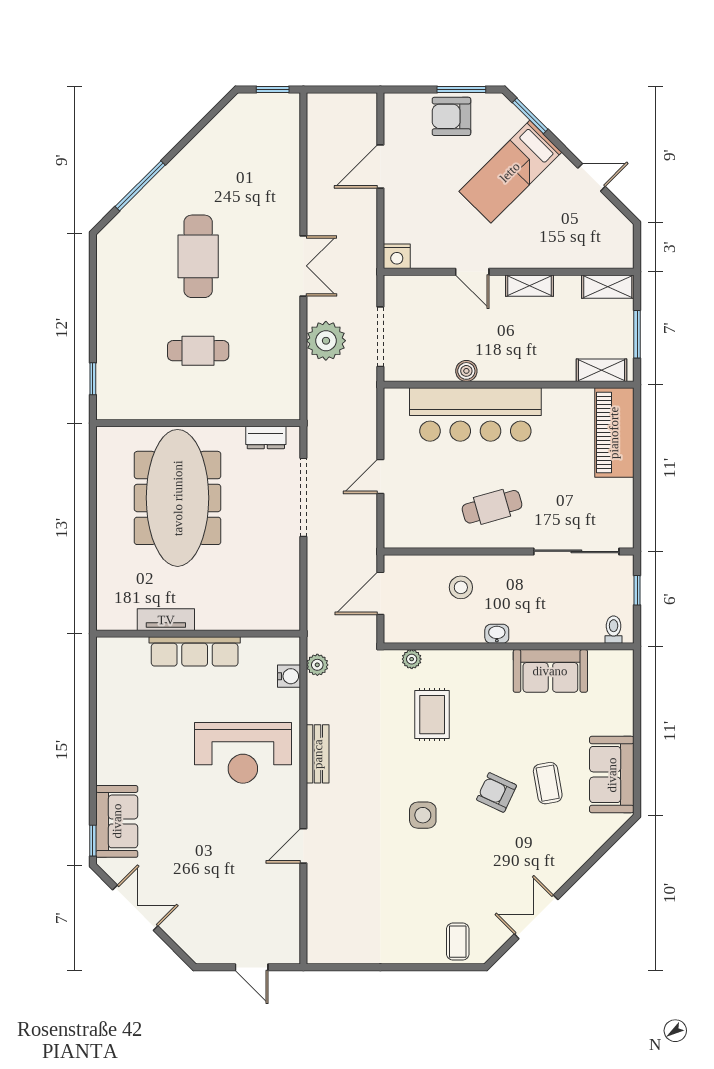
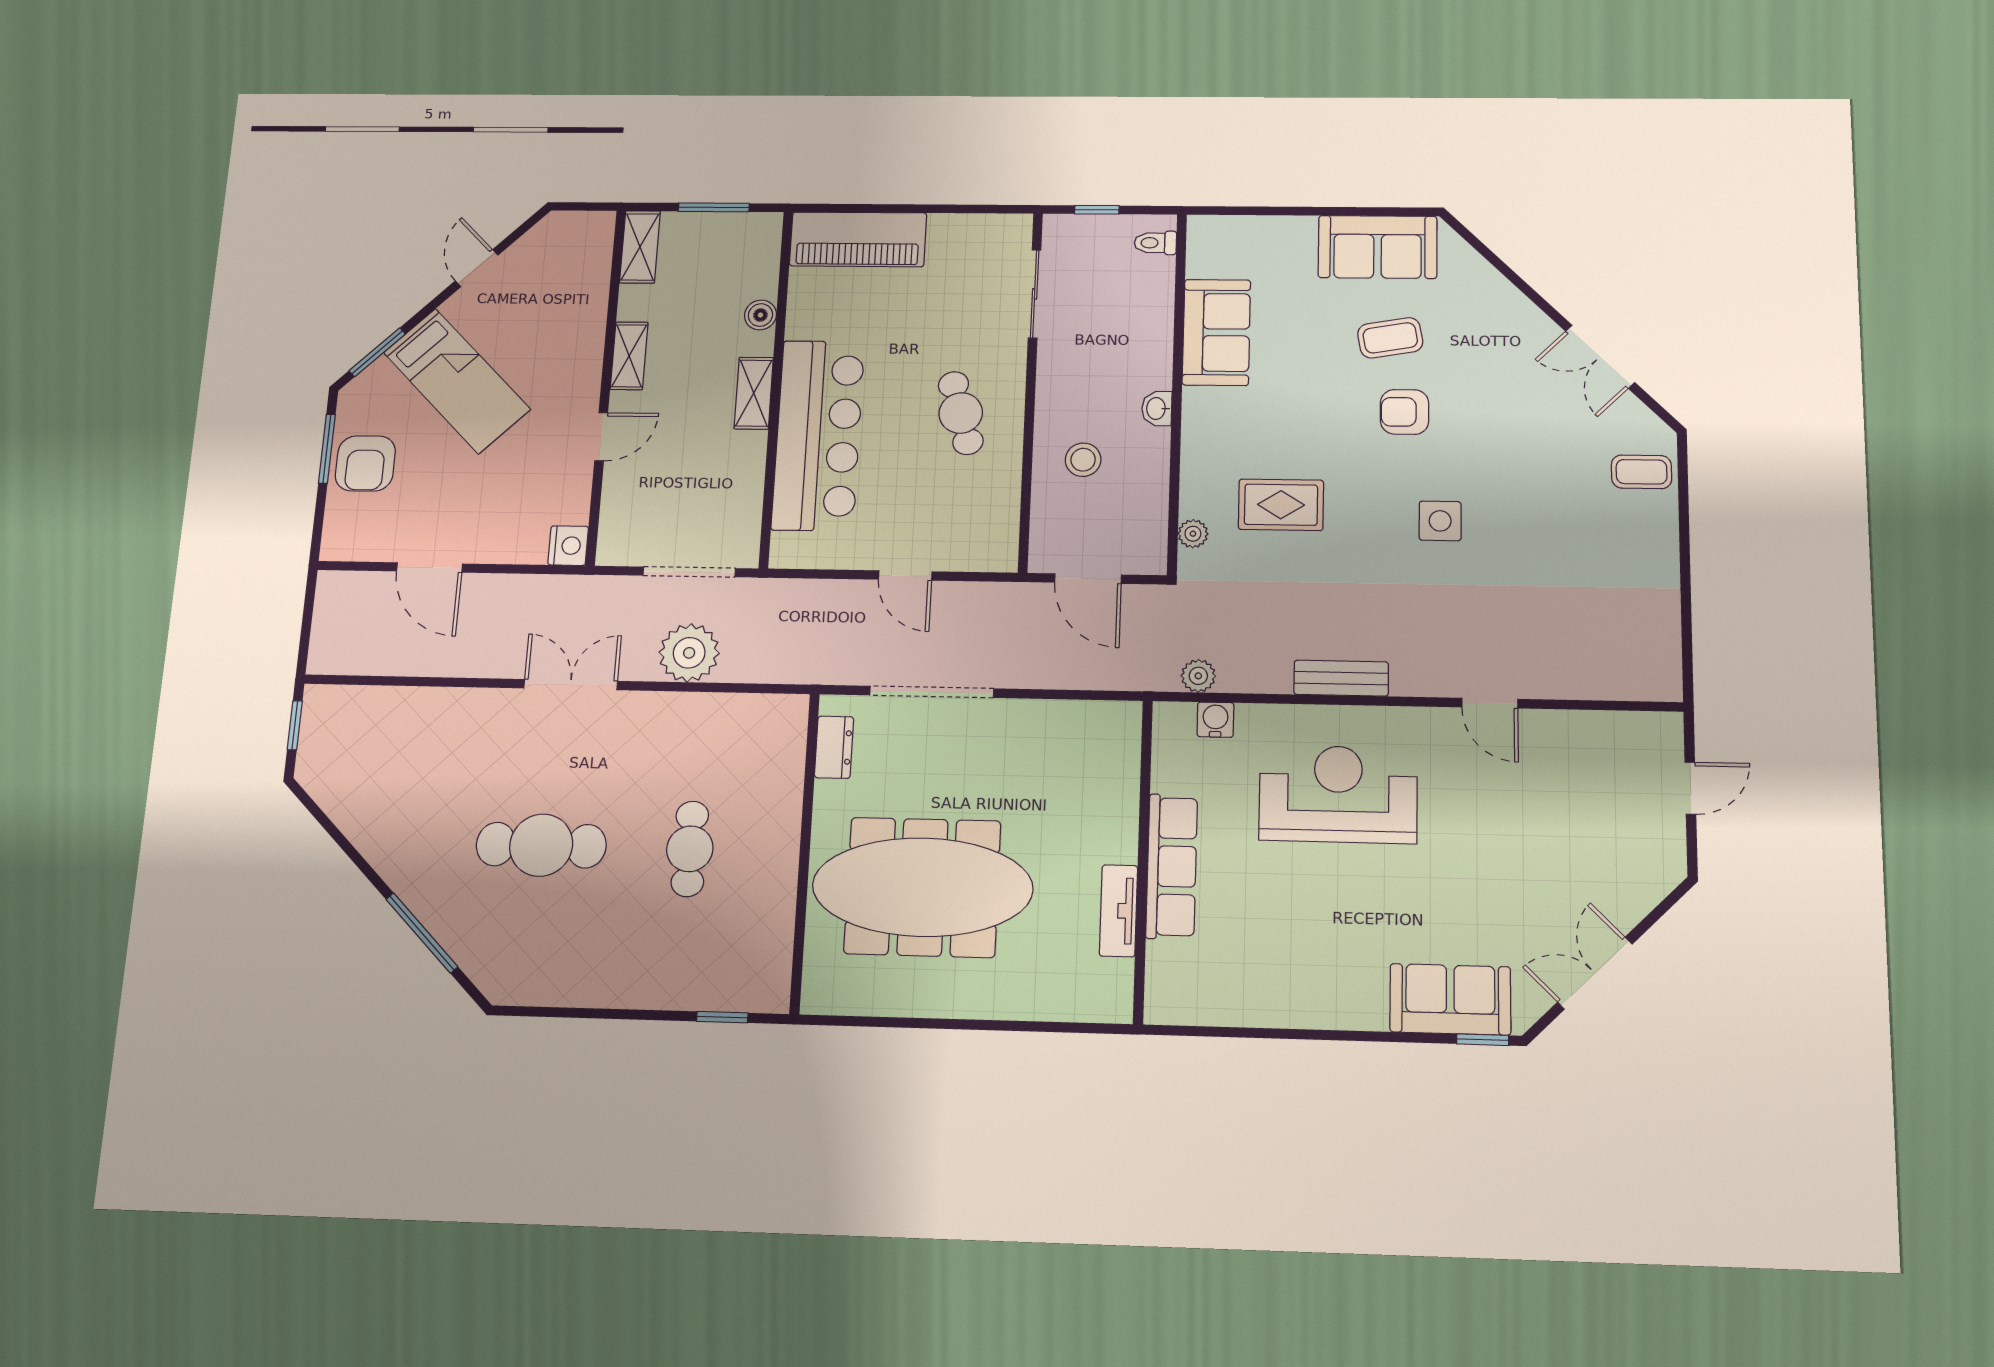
shelving: (602, 370) -> (754, 393), moved
boiler: (466, 371) -> (760, 315), moved
sliding door: (576, 551) -> (1035, 294), width x0.73
reception desk: (243, 753) -> (1338, 794), turned -90
armchair: (497, 792) -> (1405, 412), turned 65

